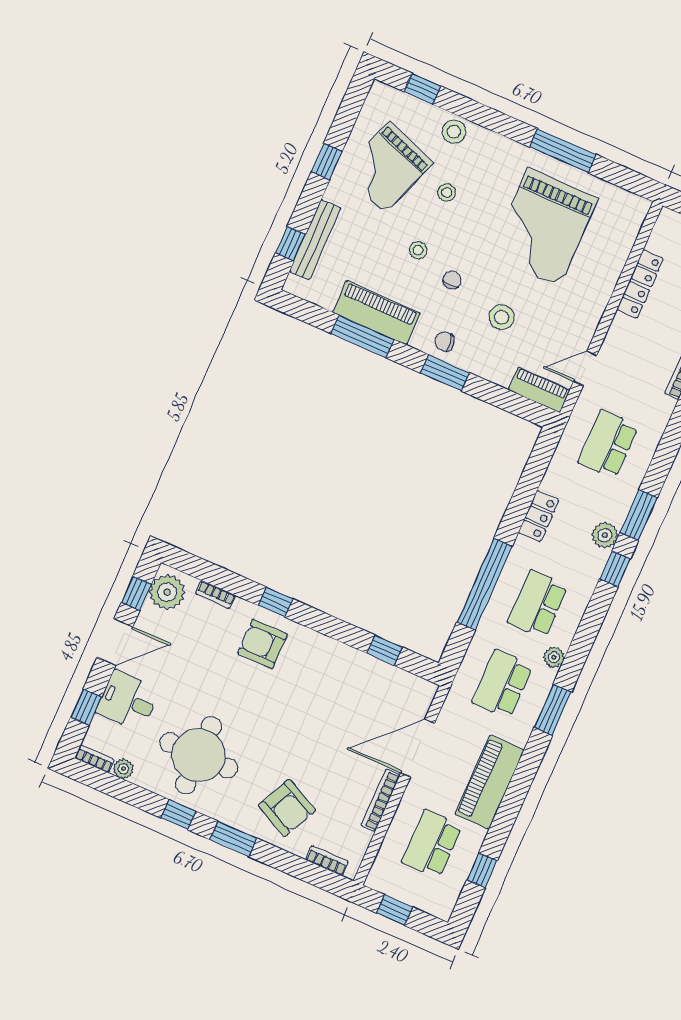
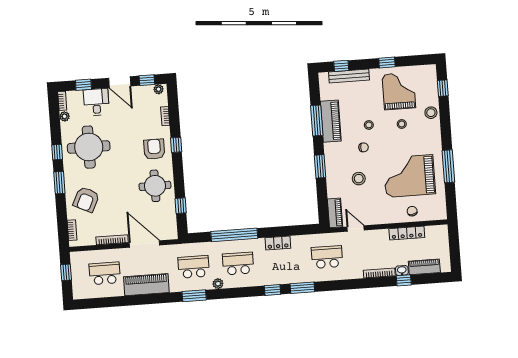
grand piano: (387, 167) -> (399, 91), turned 70
chair: (445, 341) -> (412, 211), moved
plant: (605, 535) -> (285, 277), removed
plant: (167, 592) -> (159, 89), width x0.53, depth x0.53
round table: (327, 676) -> (155, 186), added
window: (482, 870) -> (105, 302), removed

